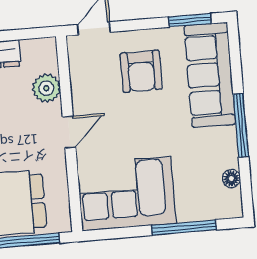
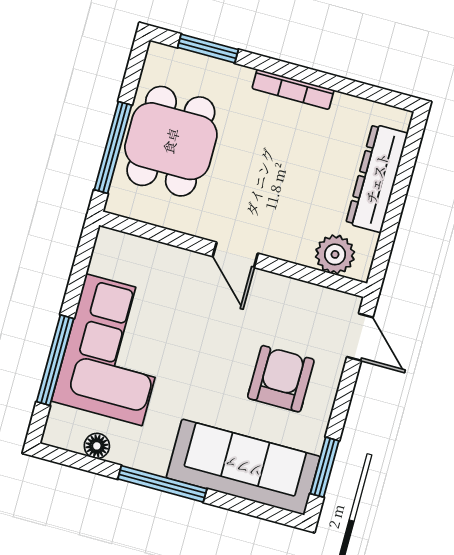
armchair: (141, 71) -> (281, 379), turned 90
plant: (46, 88) -> (335, 254), moved
corner sofa: (127, 194) -> (114, 350), moved

